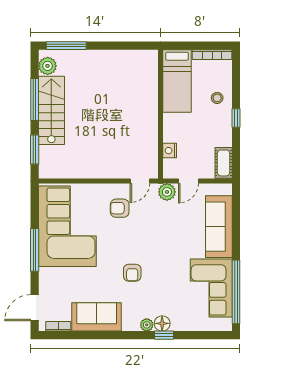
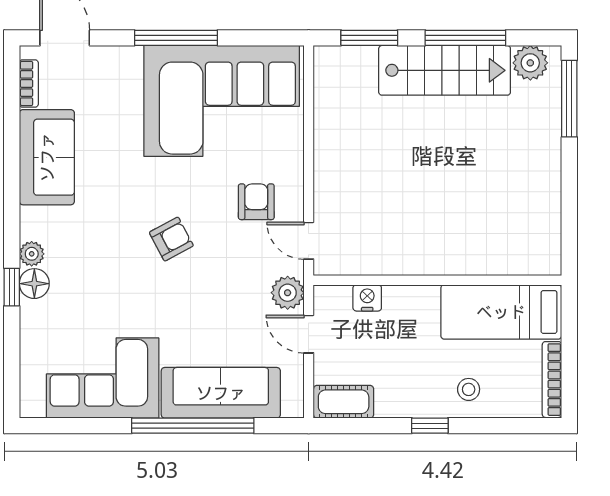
armchair: (132, 273) -> (171, 239), moved, turned 152
window: (236, 292) -> (193, 426), moved

